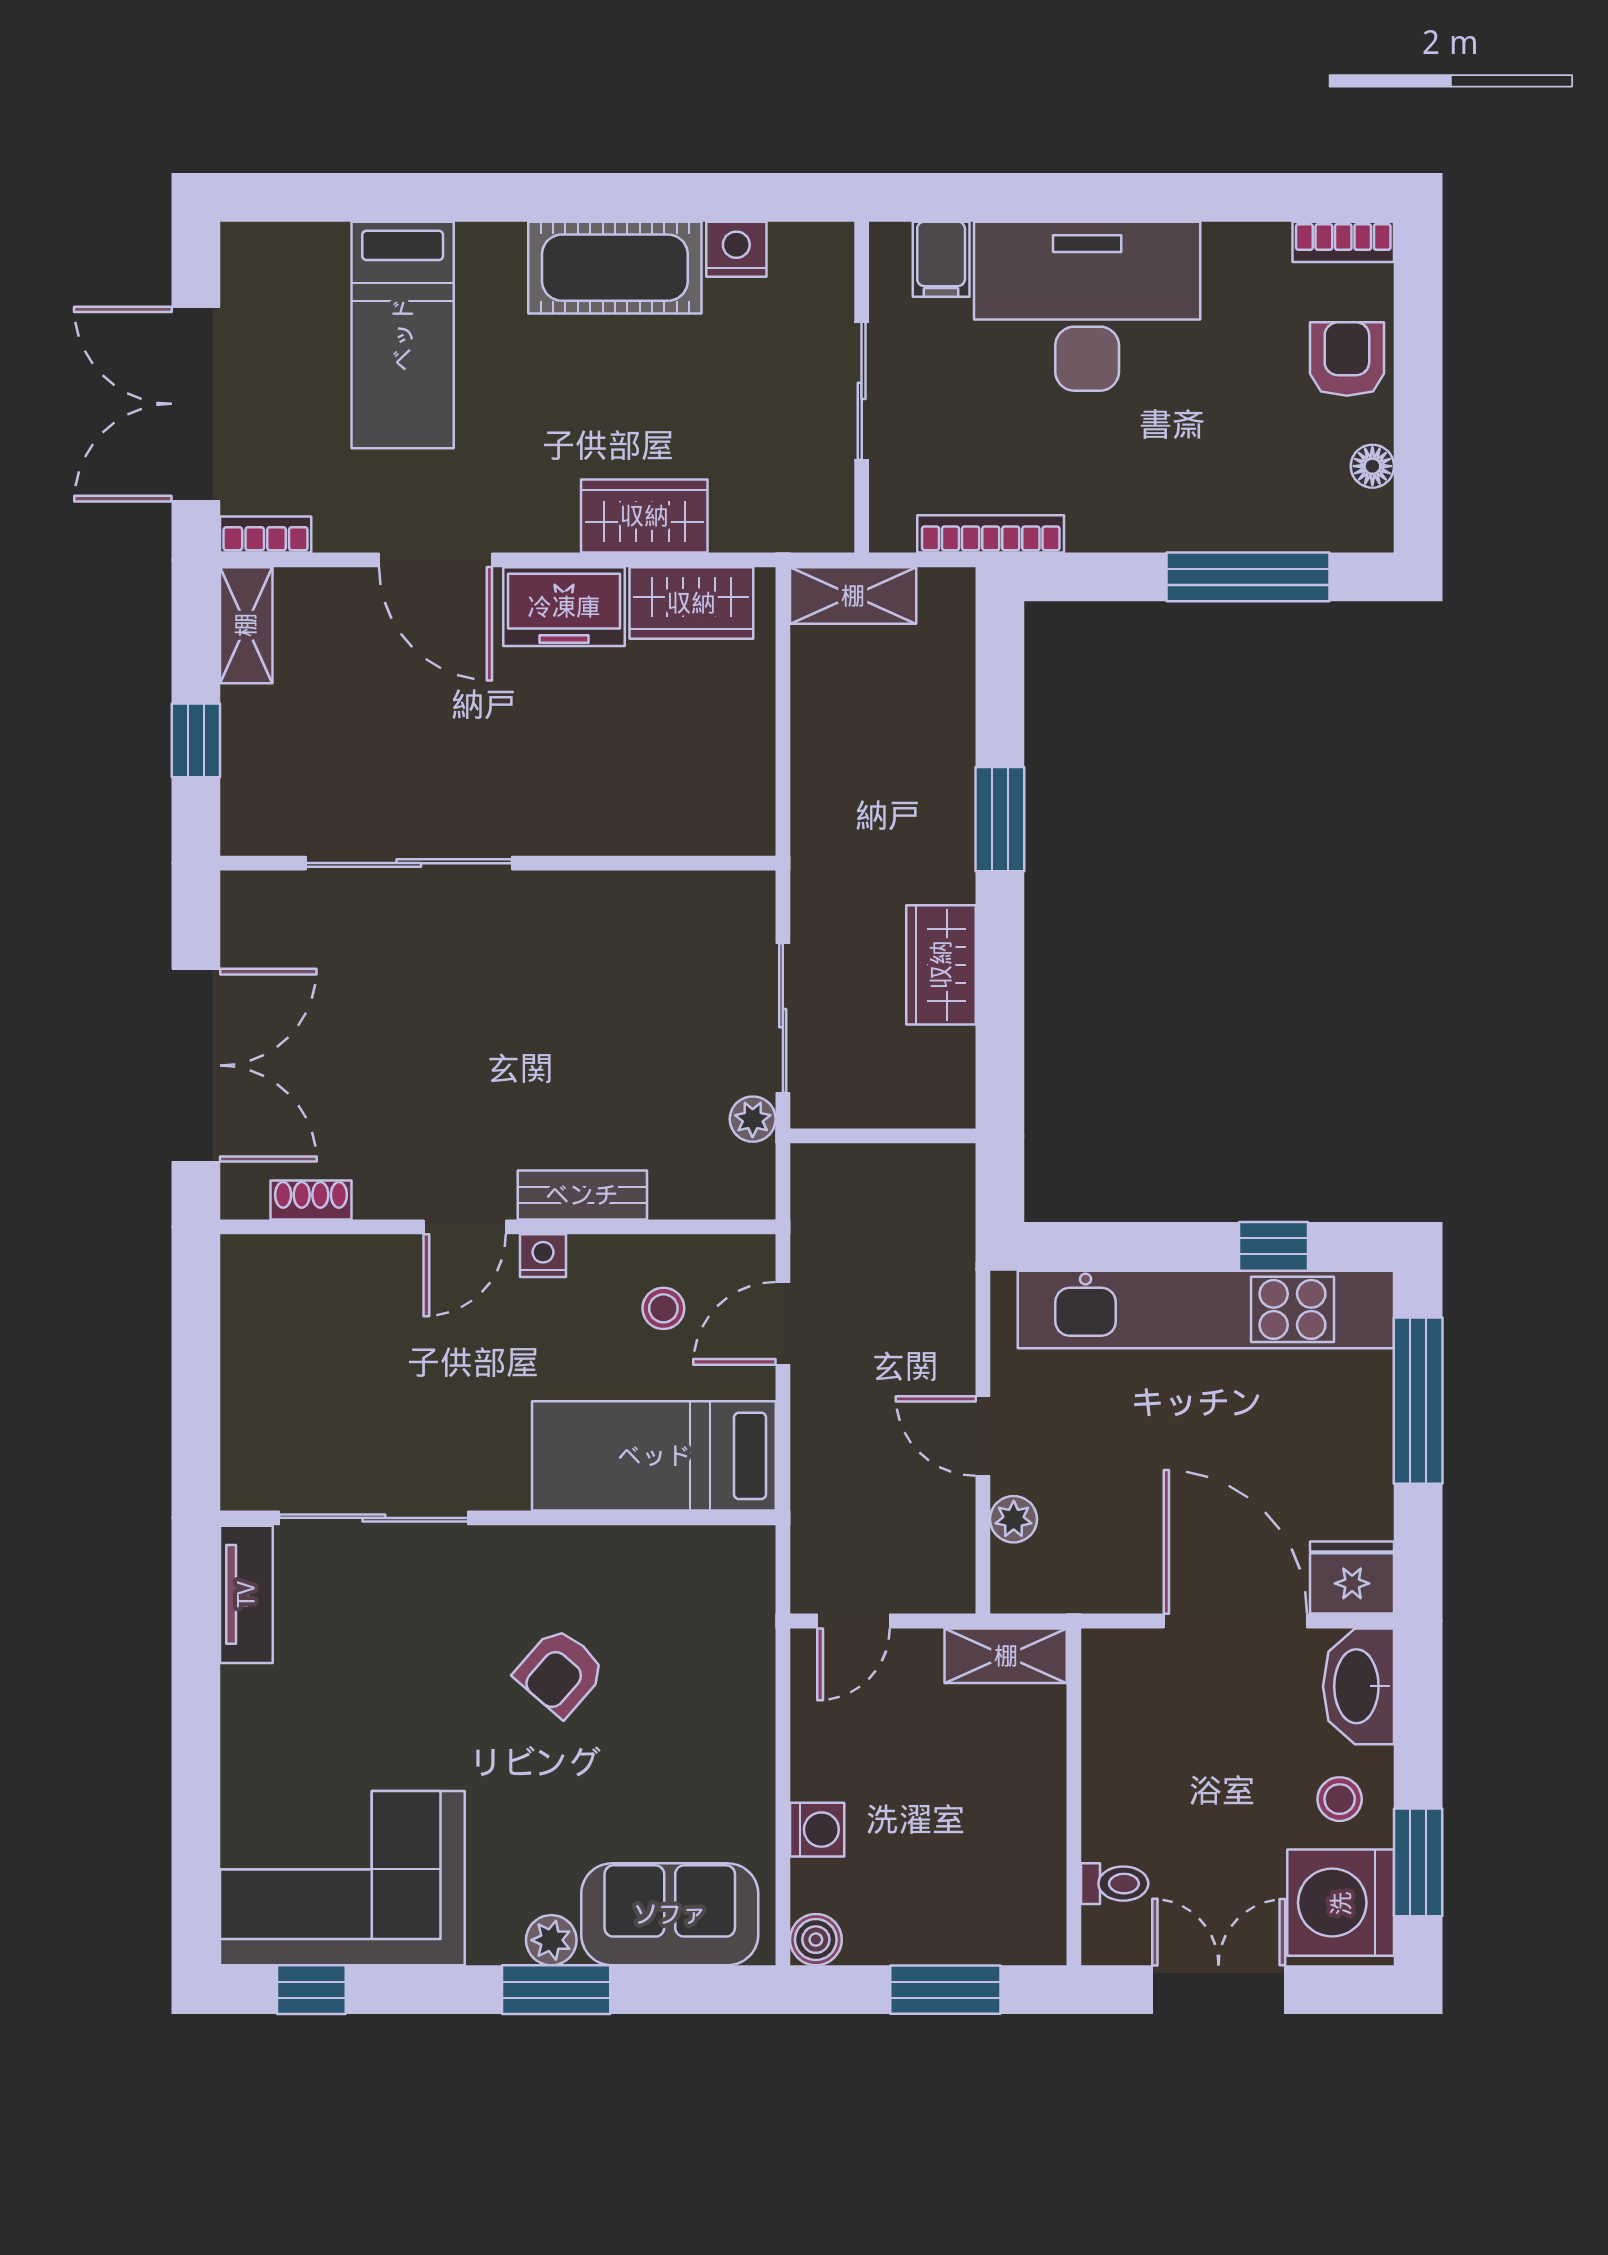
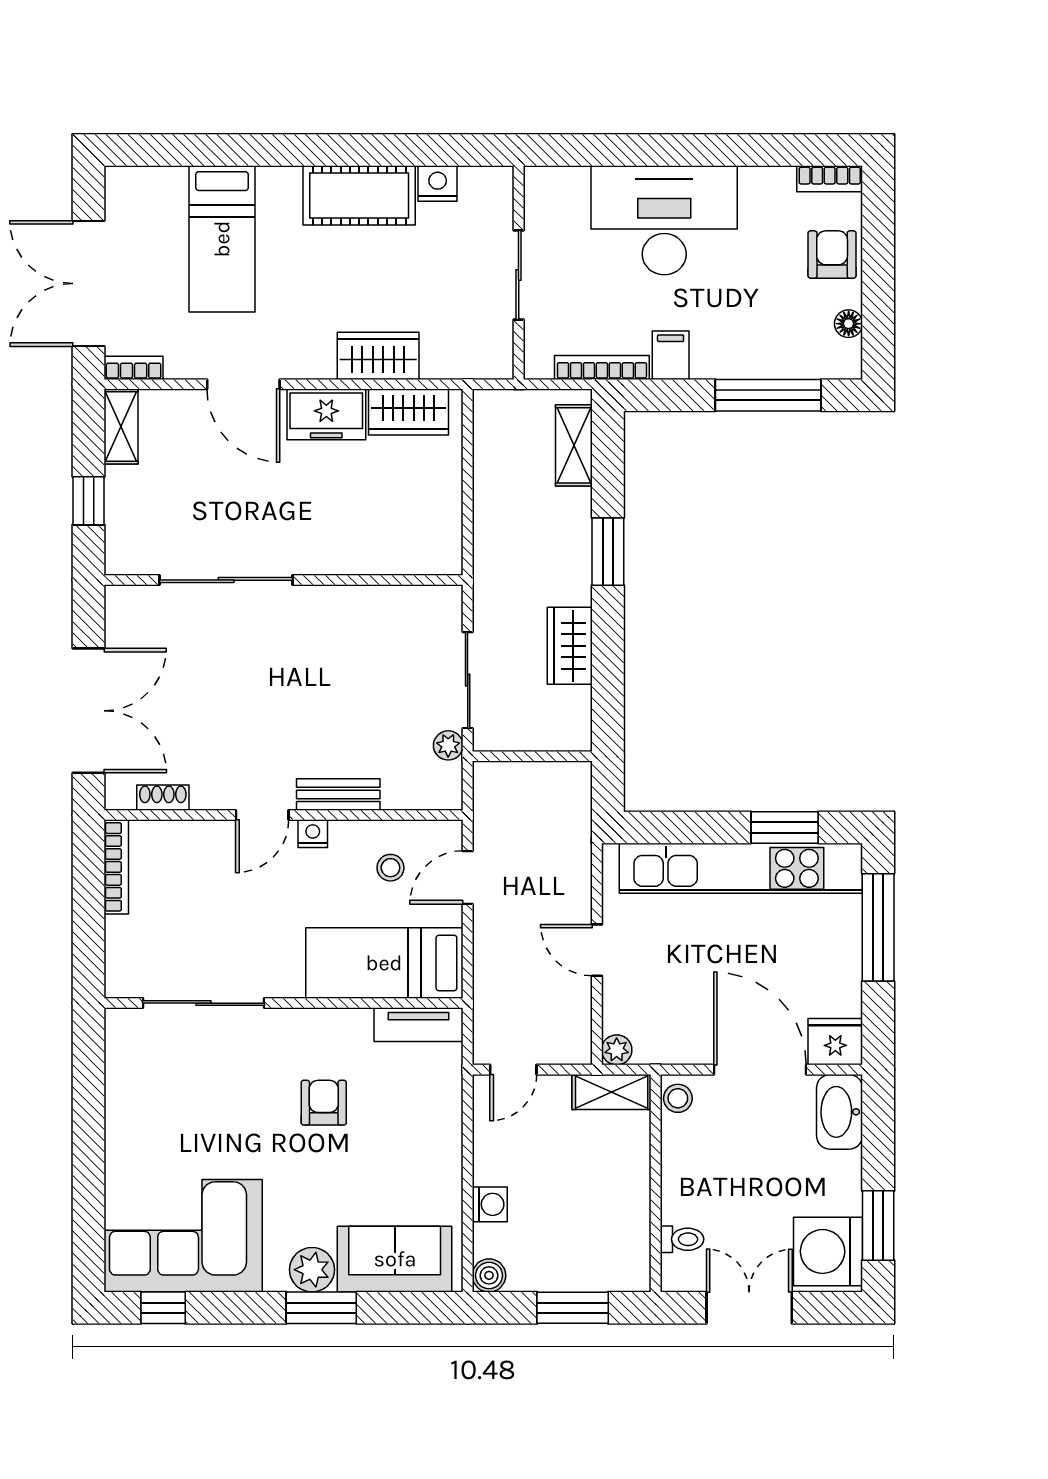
filing cabinet: (941, 259) -> (671, 355), moved, turned 180
shelving: (853, 596) -> (574, 445), moved, turned 90
window: (1274, 1246) -> (785, 828), width x1.50
bookcase: (239, 1307) -> (116, 867), added
plant: (1014, 1519) -> (617, 1050), moved
tv unit: (246, 1594) -> (419, 1025), moved, turned 90
armchair: (560, 1672) -> (324, 1103), turned 139
stool: (1340, 1799) -> (678, 1098), moved
plant: (551, 1940) -> (312, 1270), width x1.38, depth x1.38

